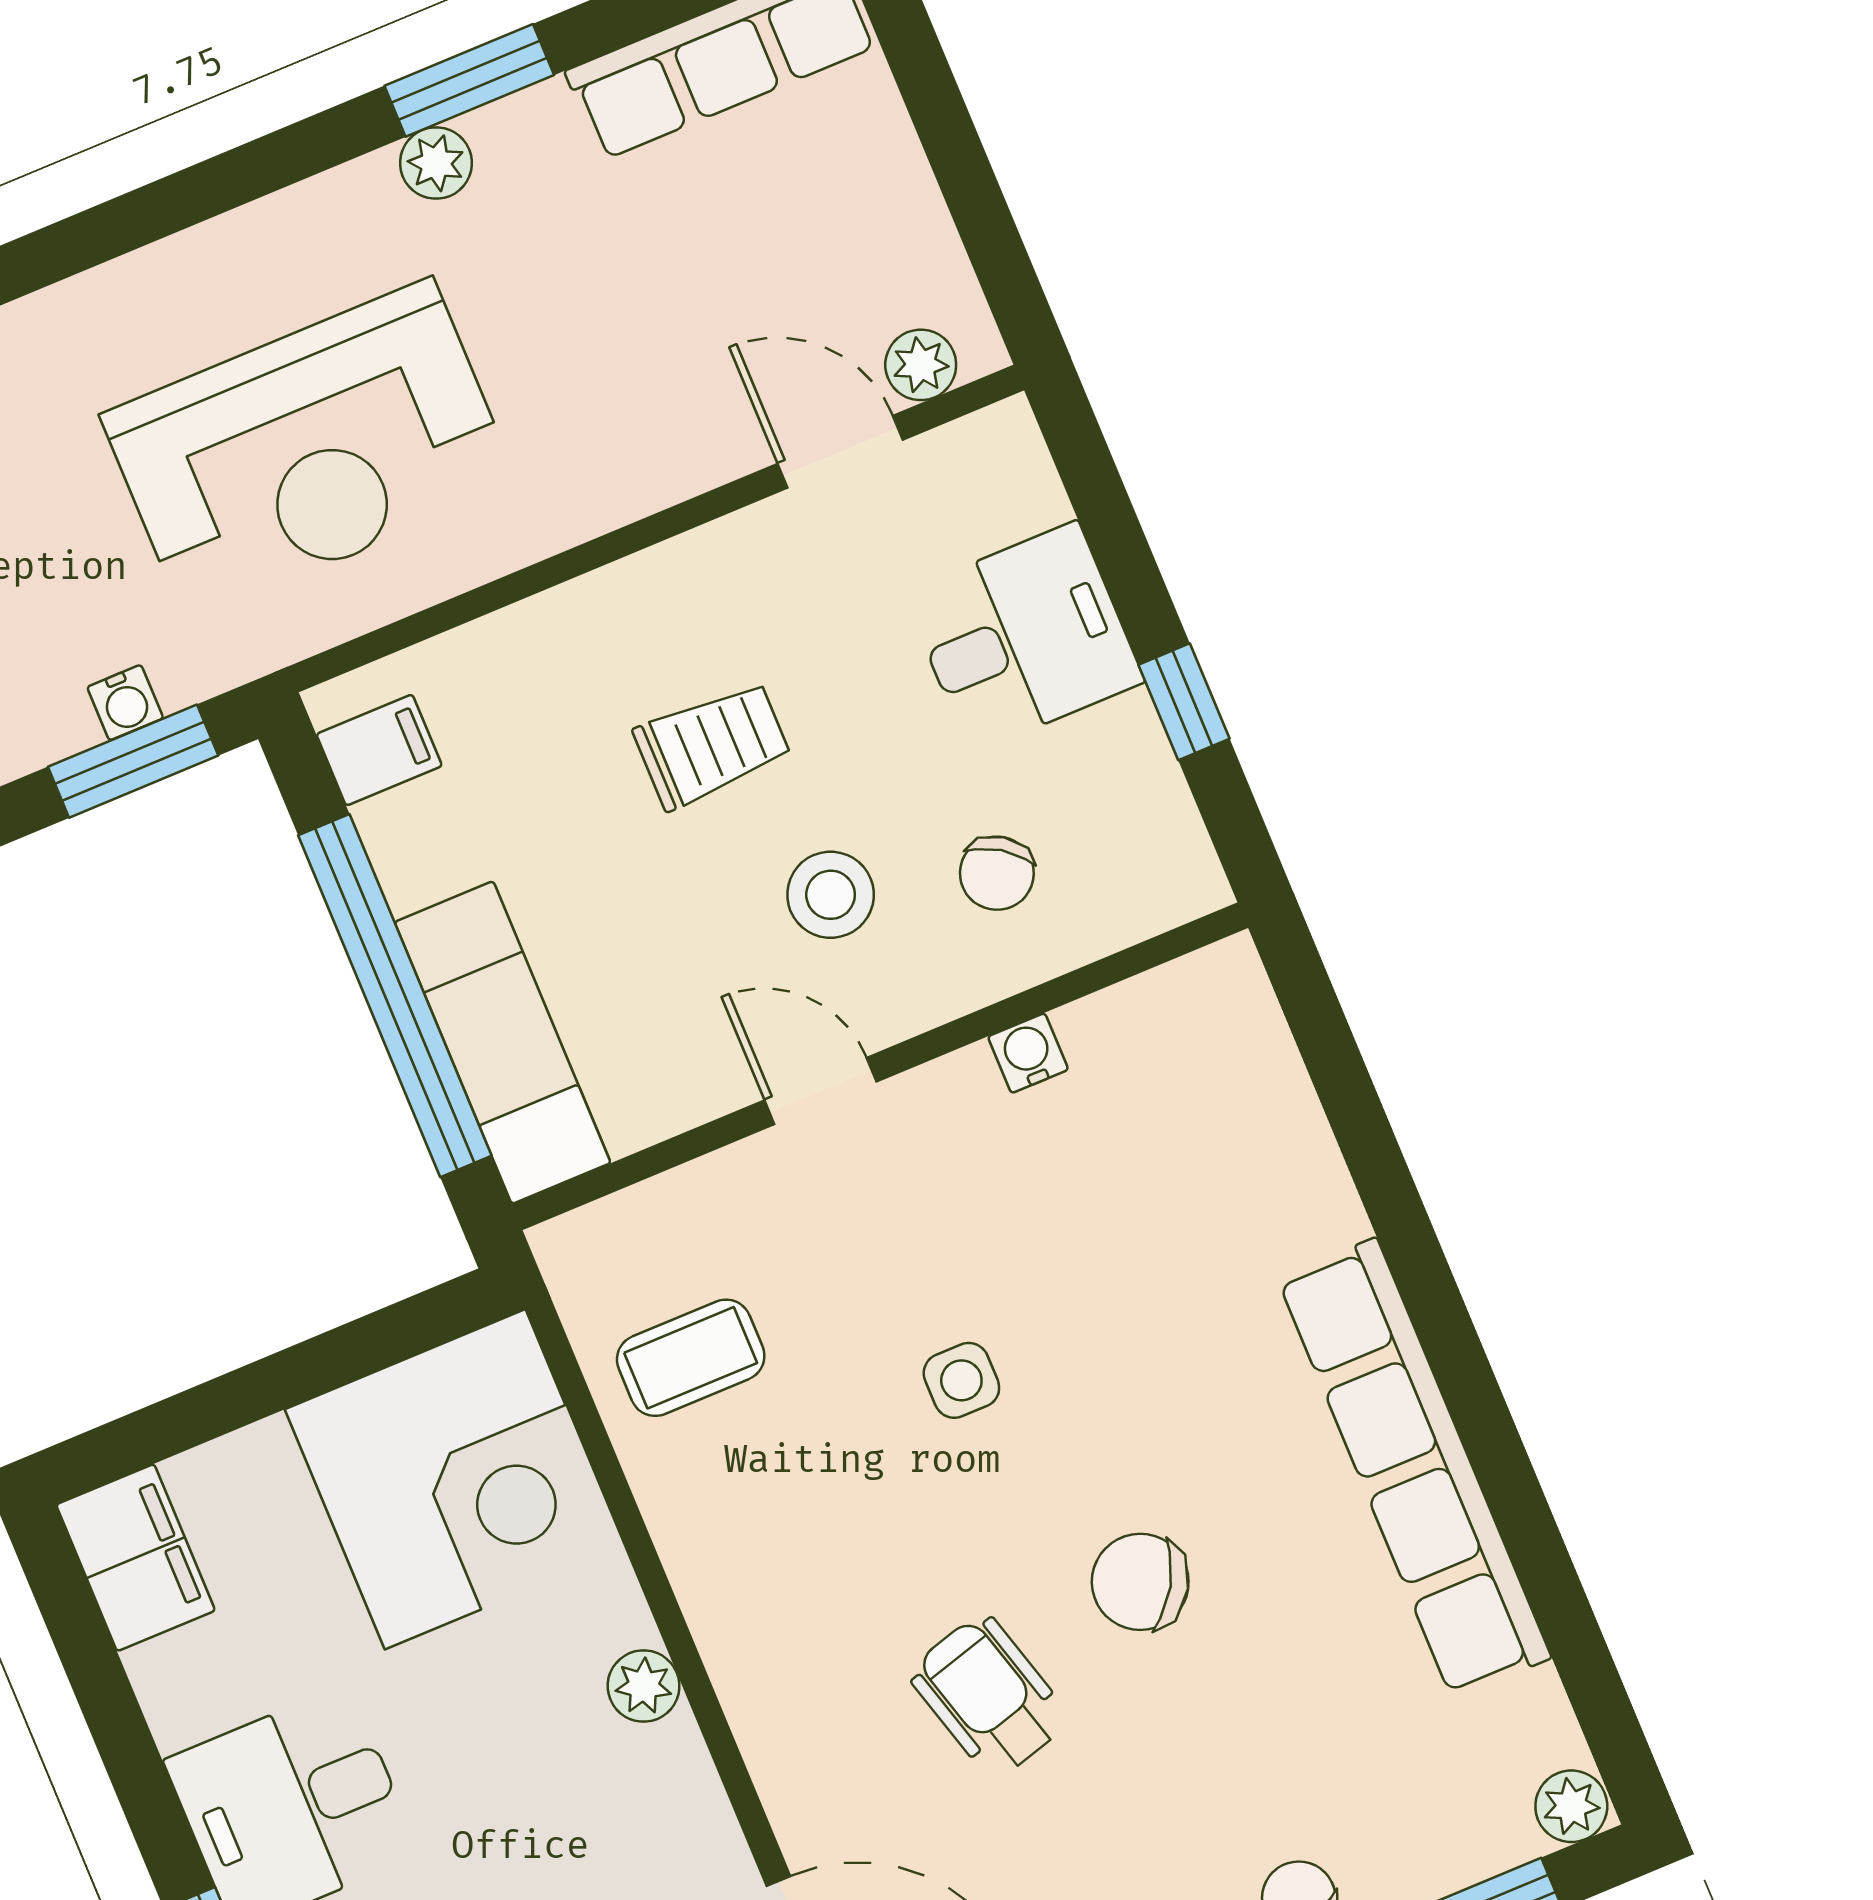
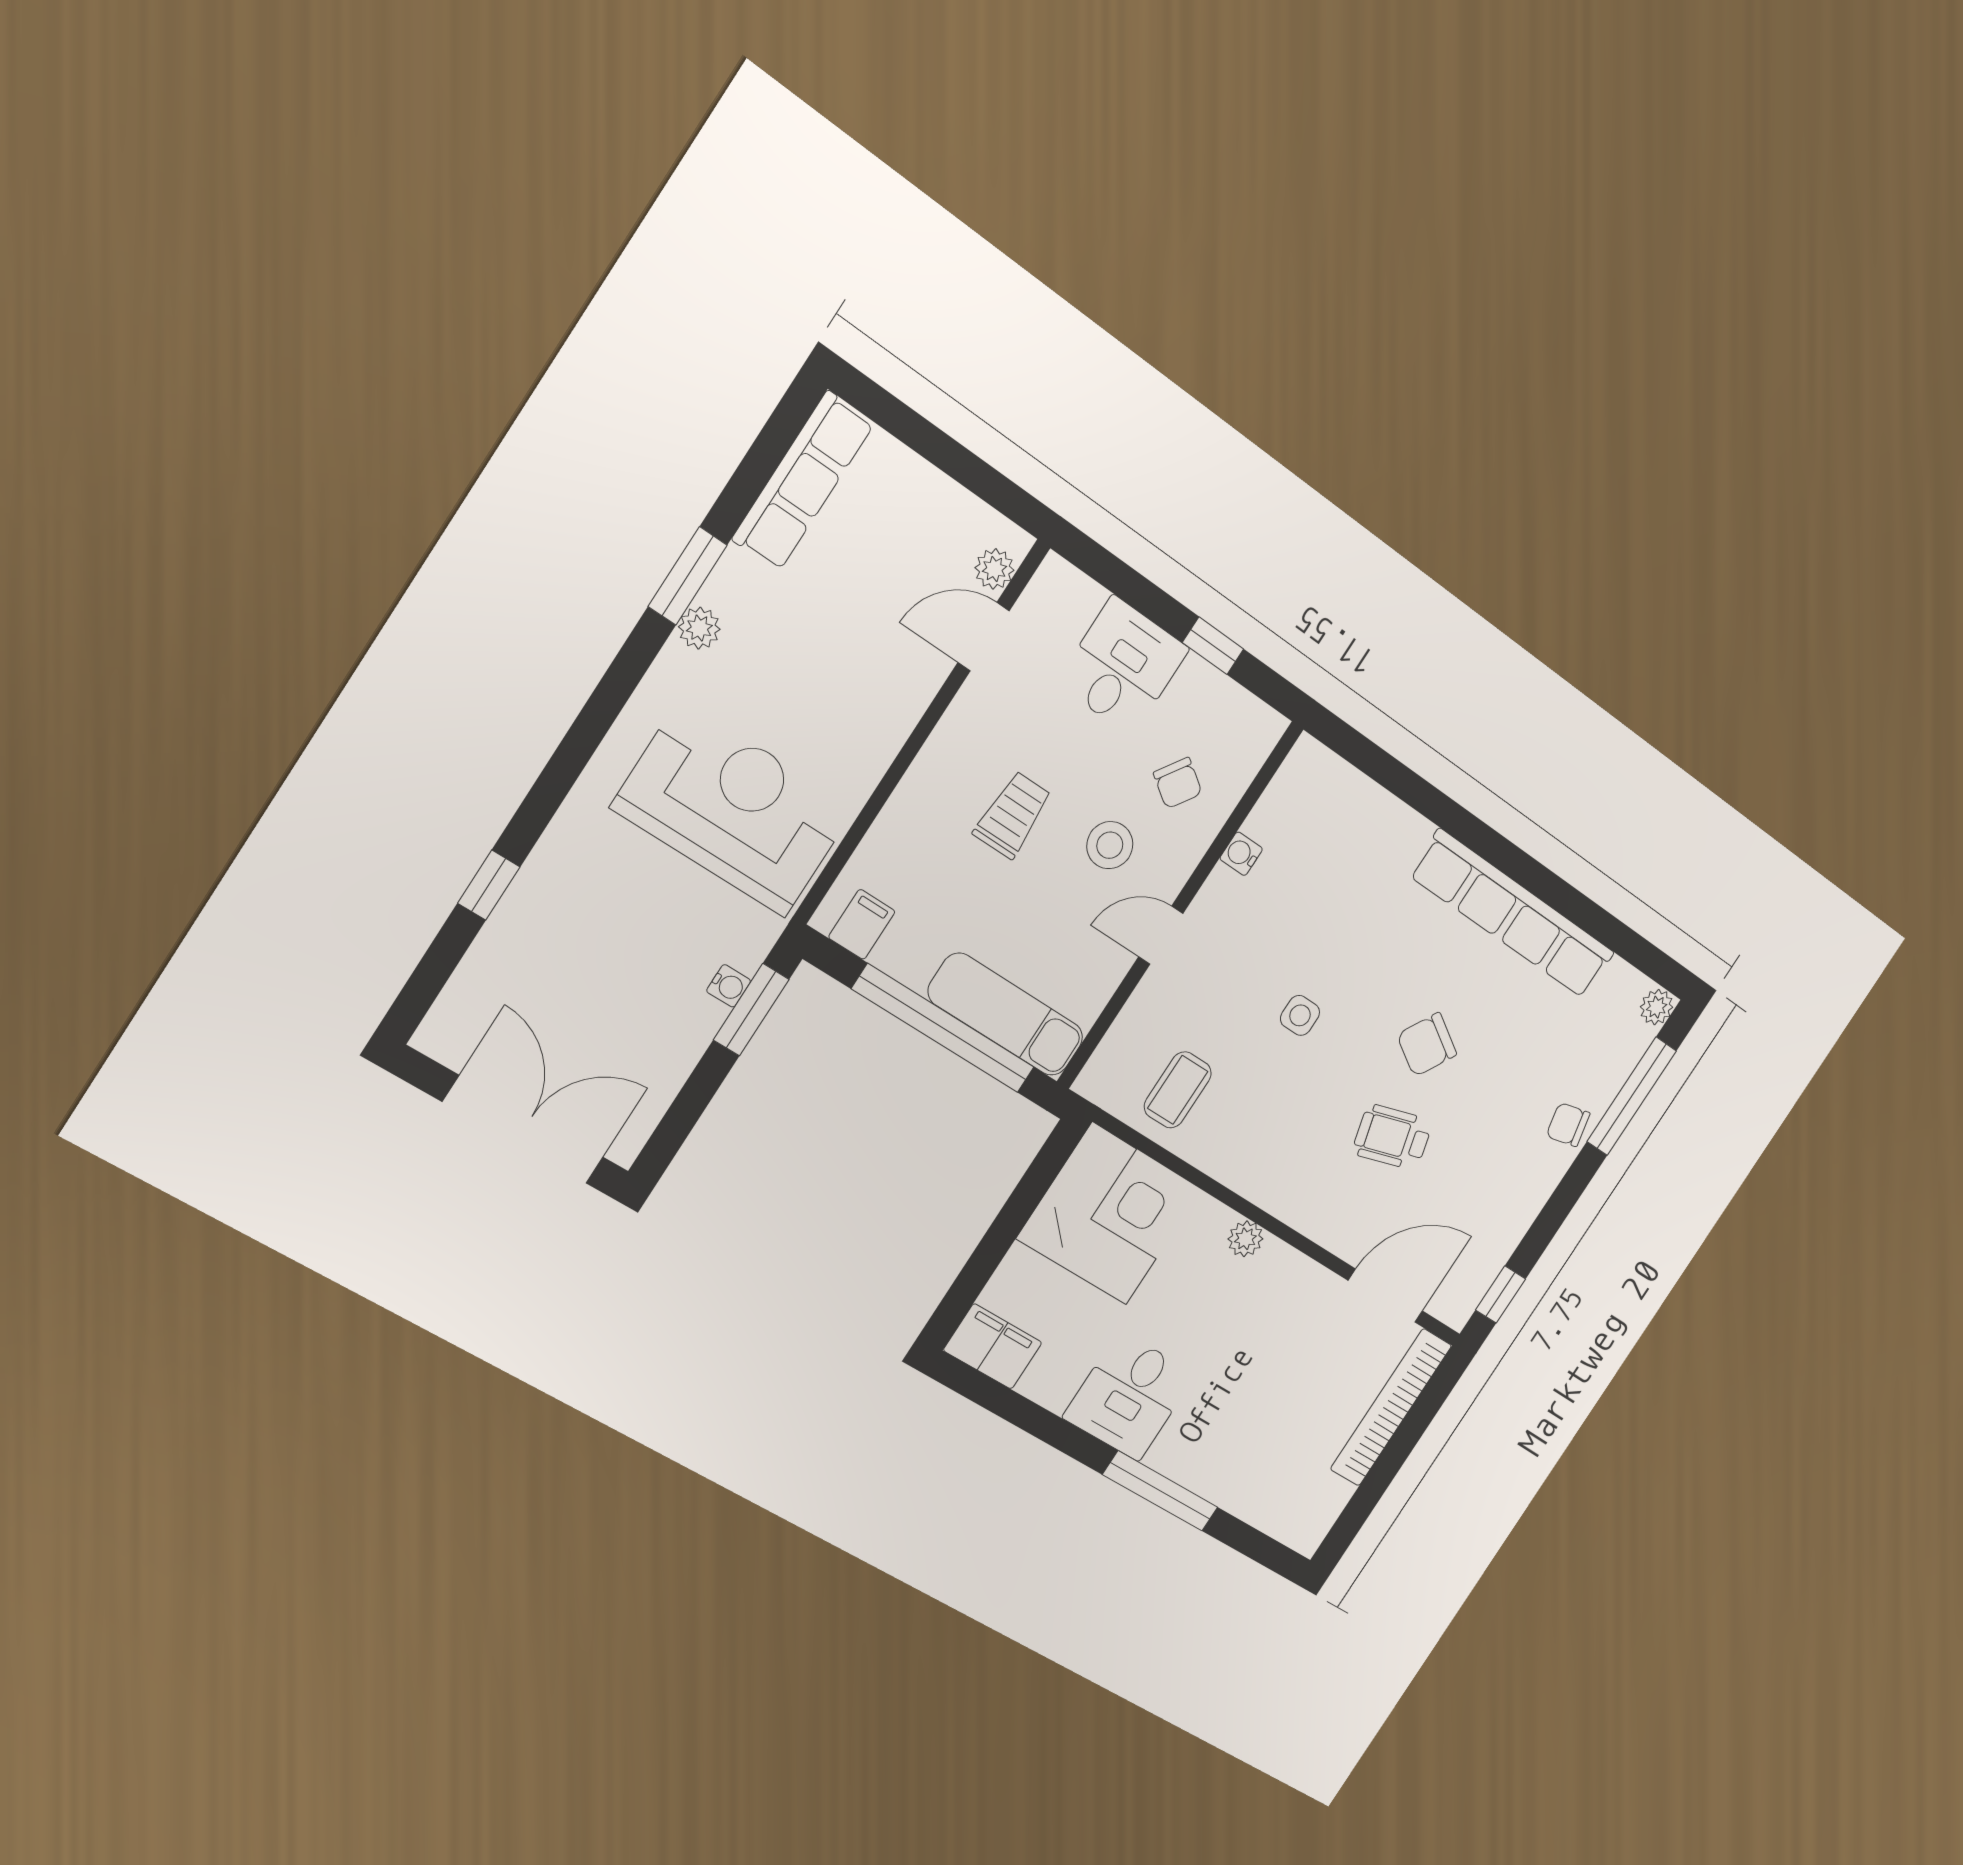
reception desk: (309, 450) -> (733, 808), turned -90

